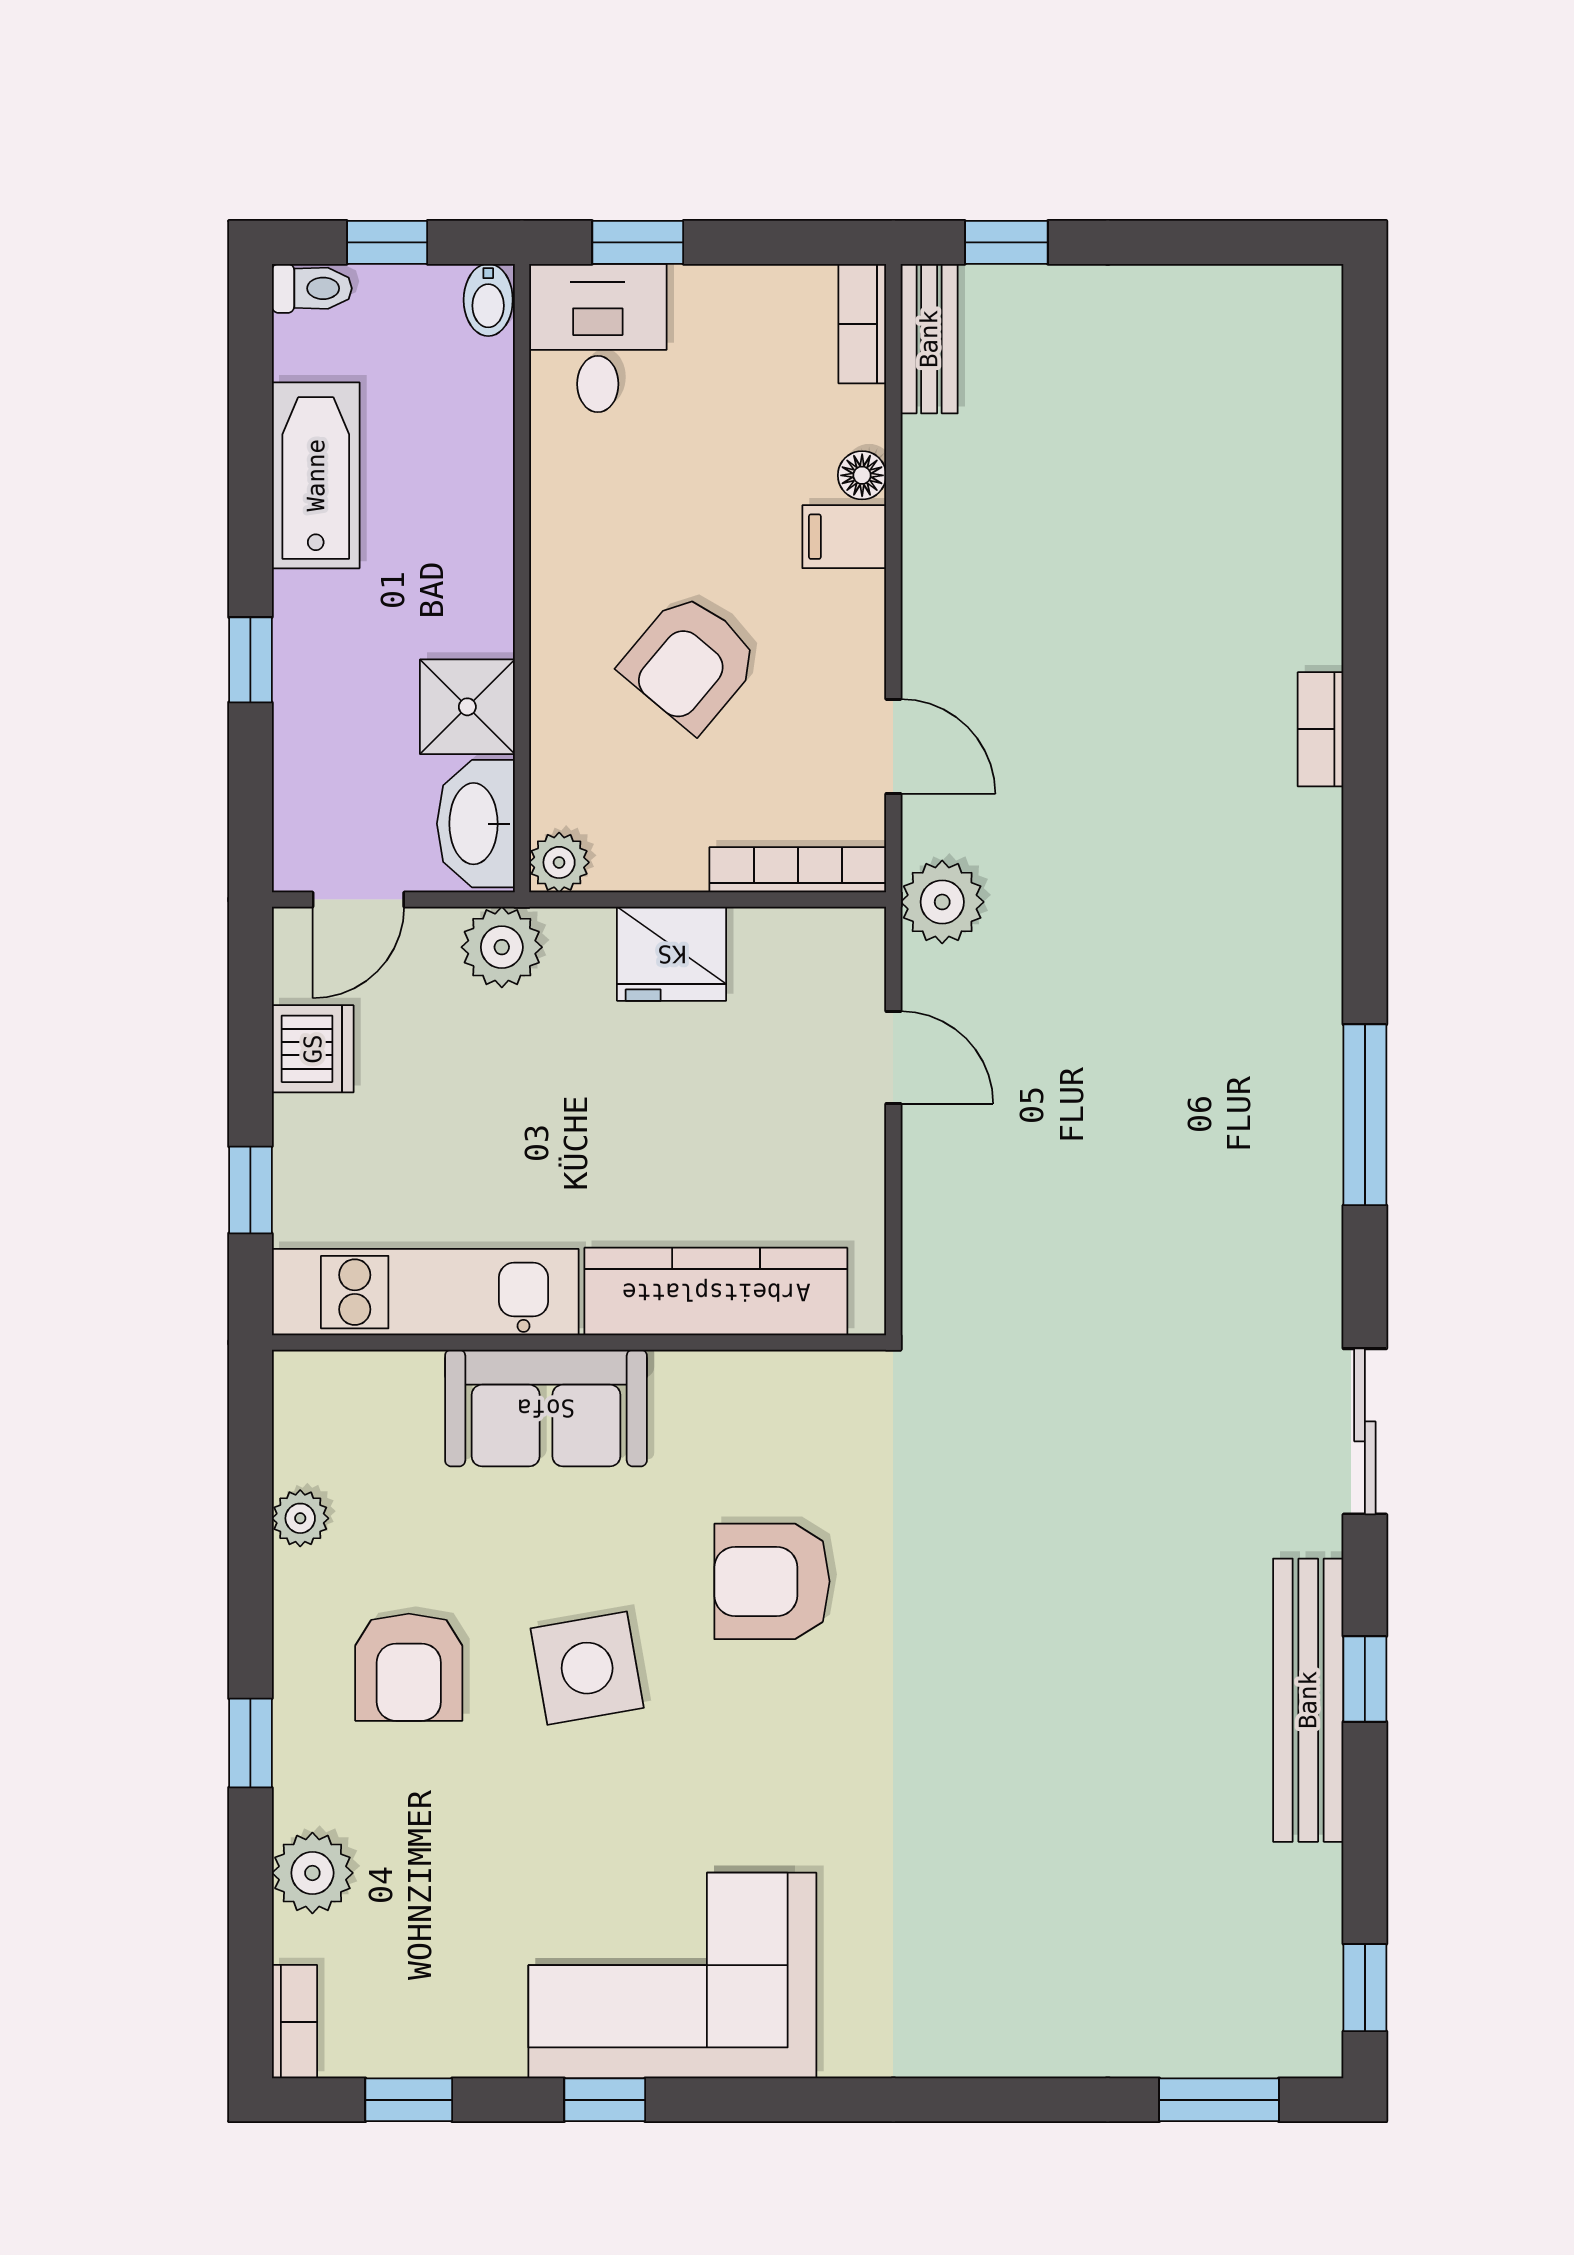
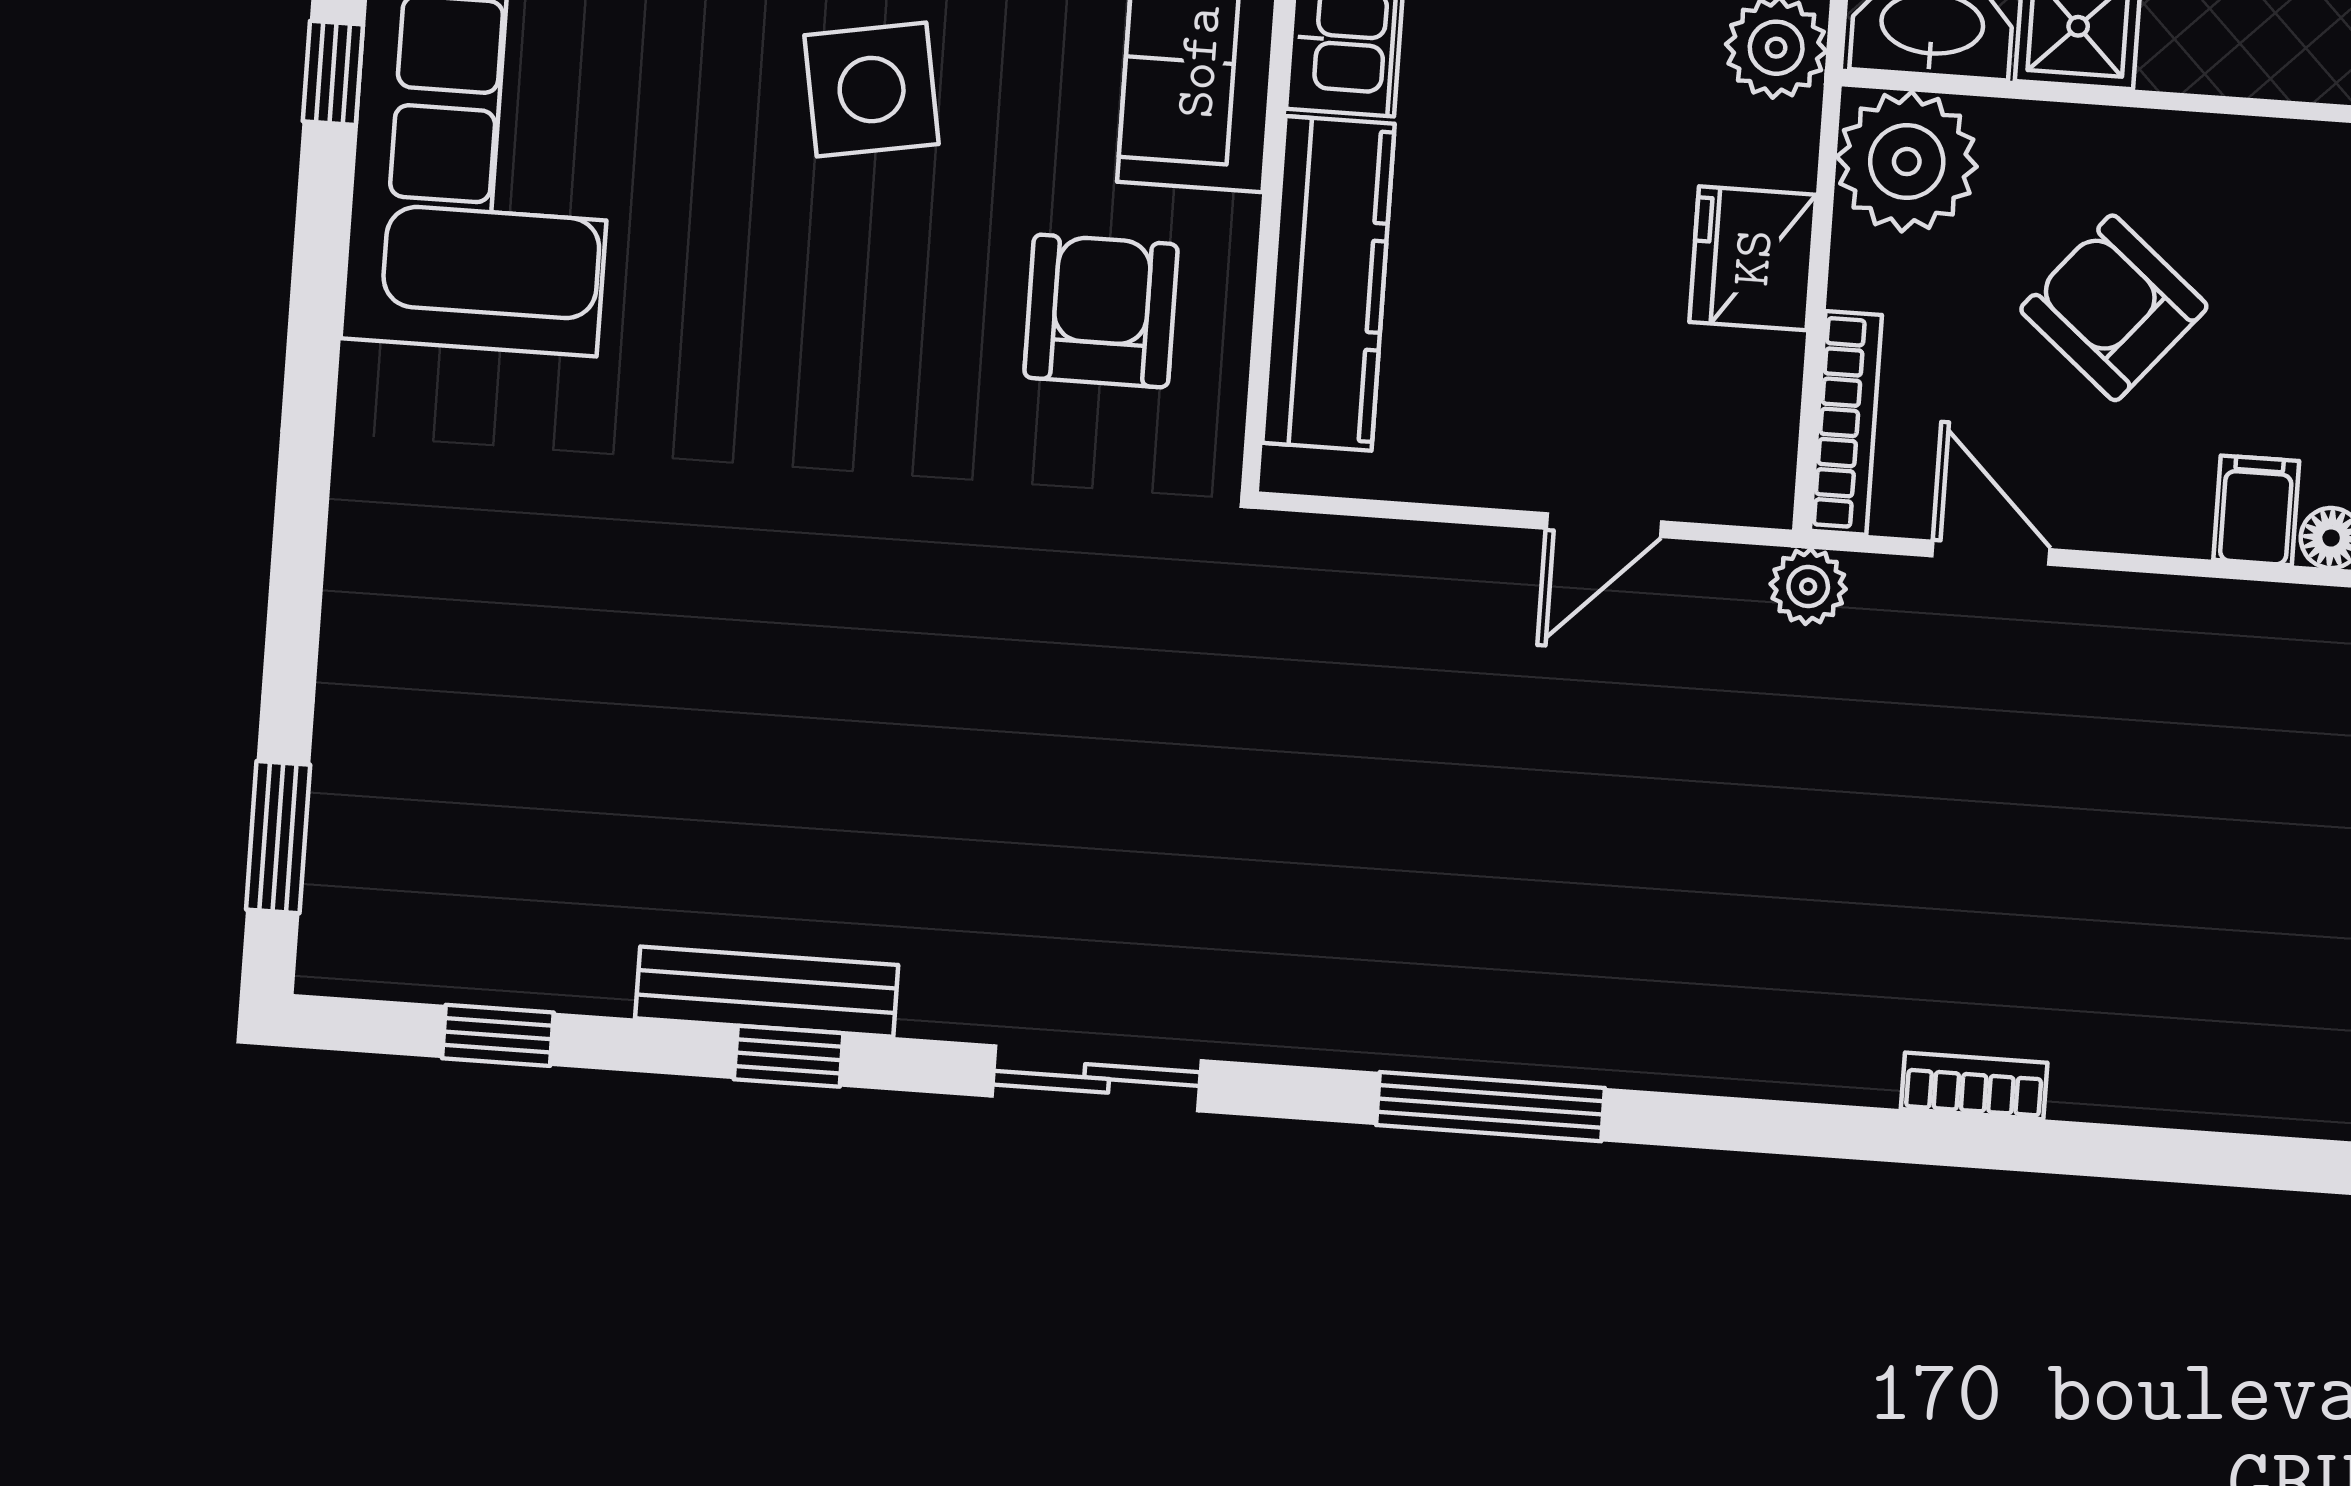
door: (893, 746) -> (1991, 553), swing flipped
plant: (559, 862) -> (1907, 162), width x1.87, depth x1.87
plant: (942, 902) -> (1808, 587), width x0.73, depth x0.73
armchair: (772, 1581) -> (1101, 311), moved
bench: (1308, 1700) -> (767, 992), width x0.73, depth x0.82
window: (1365, 1988) -> (498, 1035), moved

